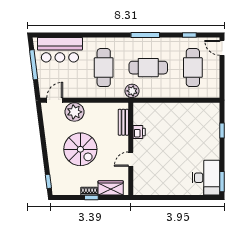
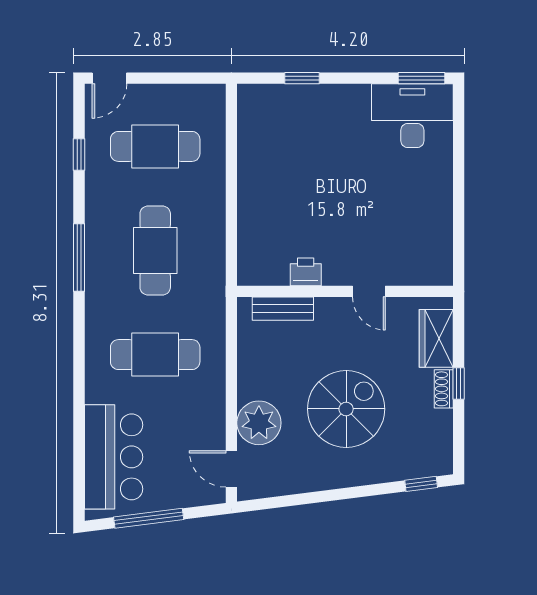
plant: (132, 91) -> (210, 288), removed

